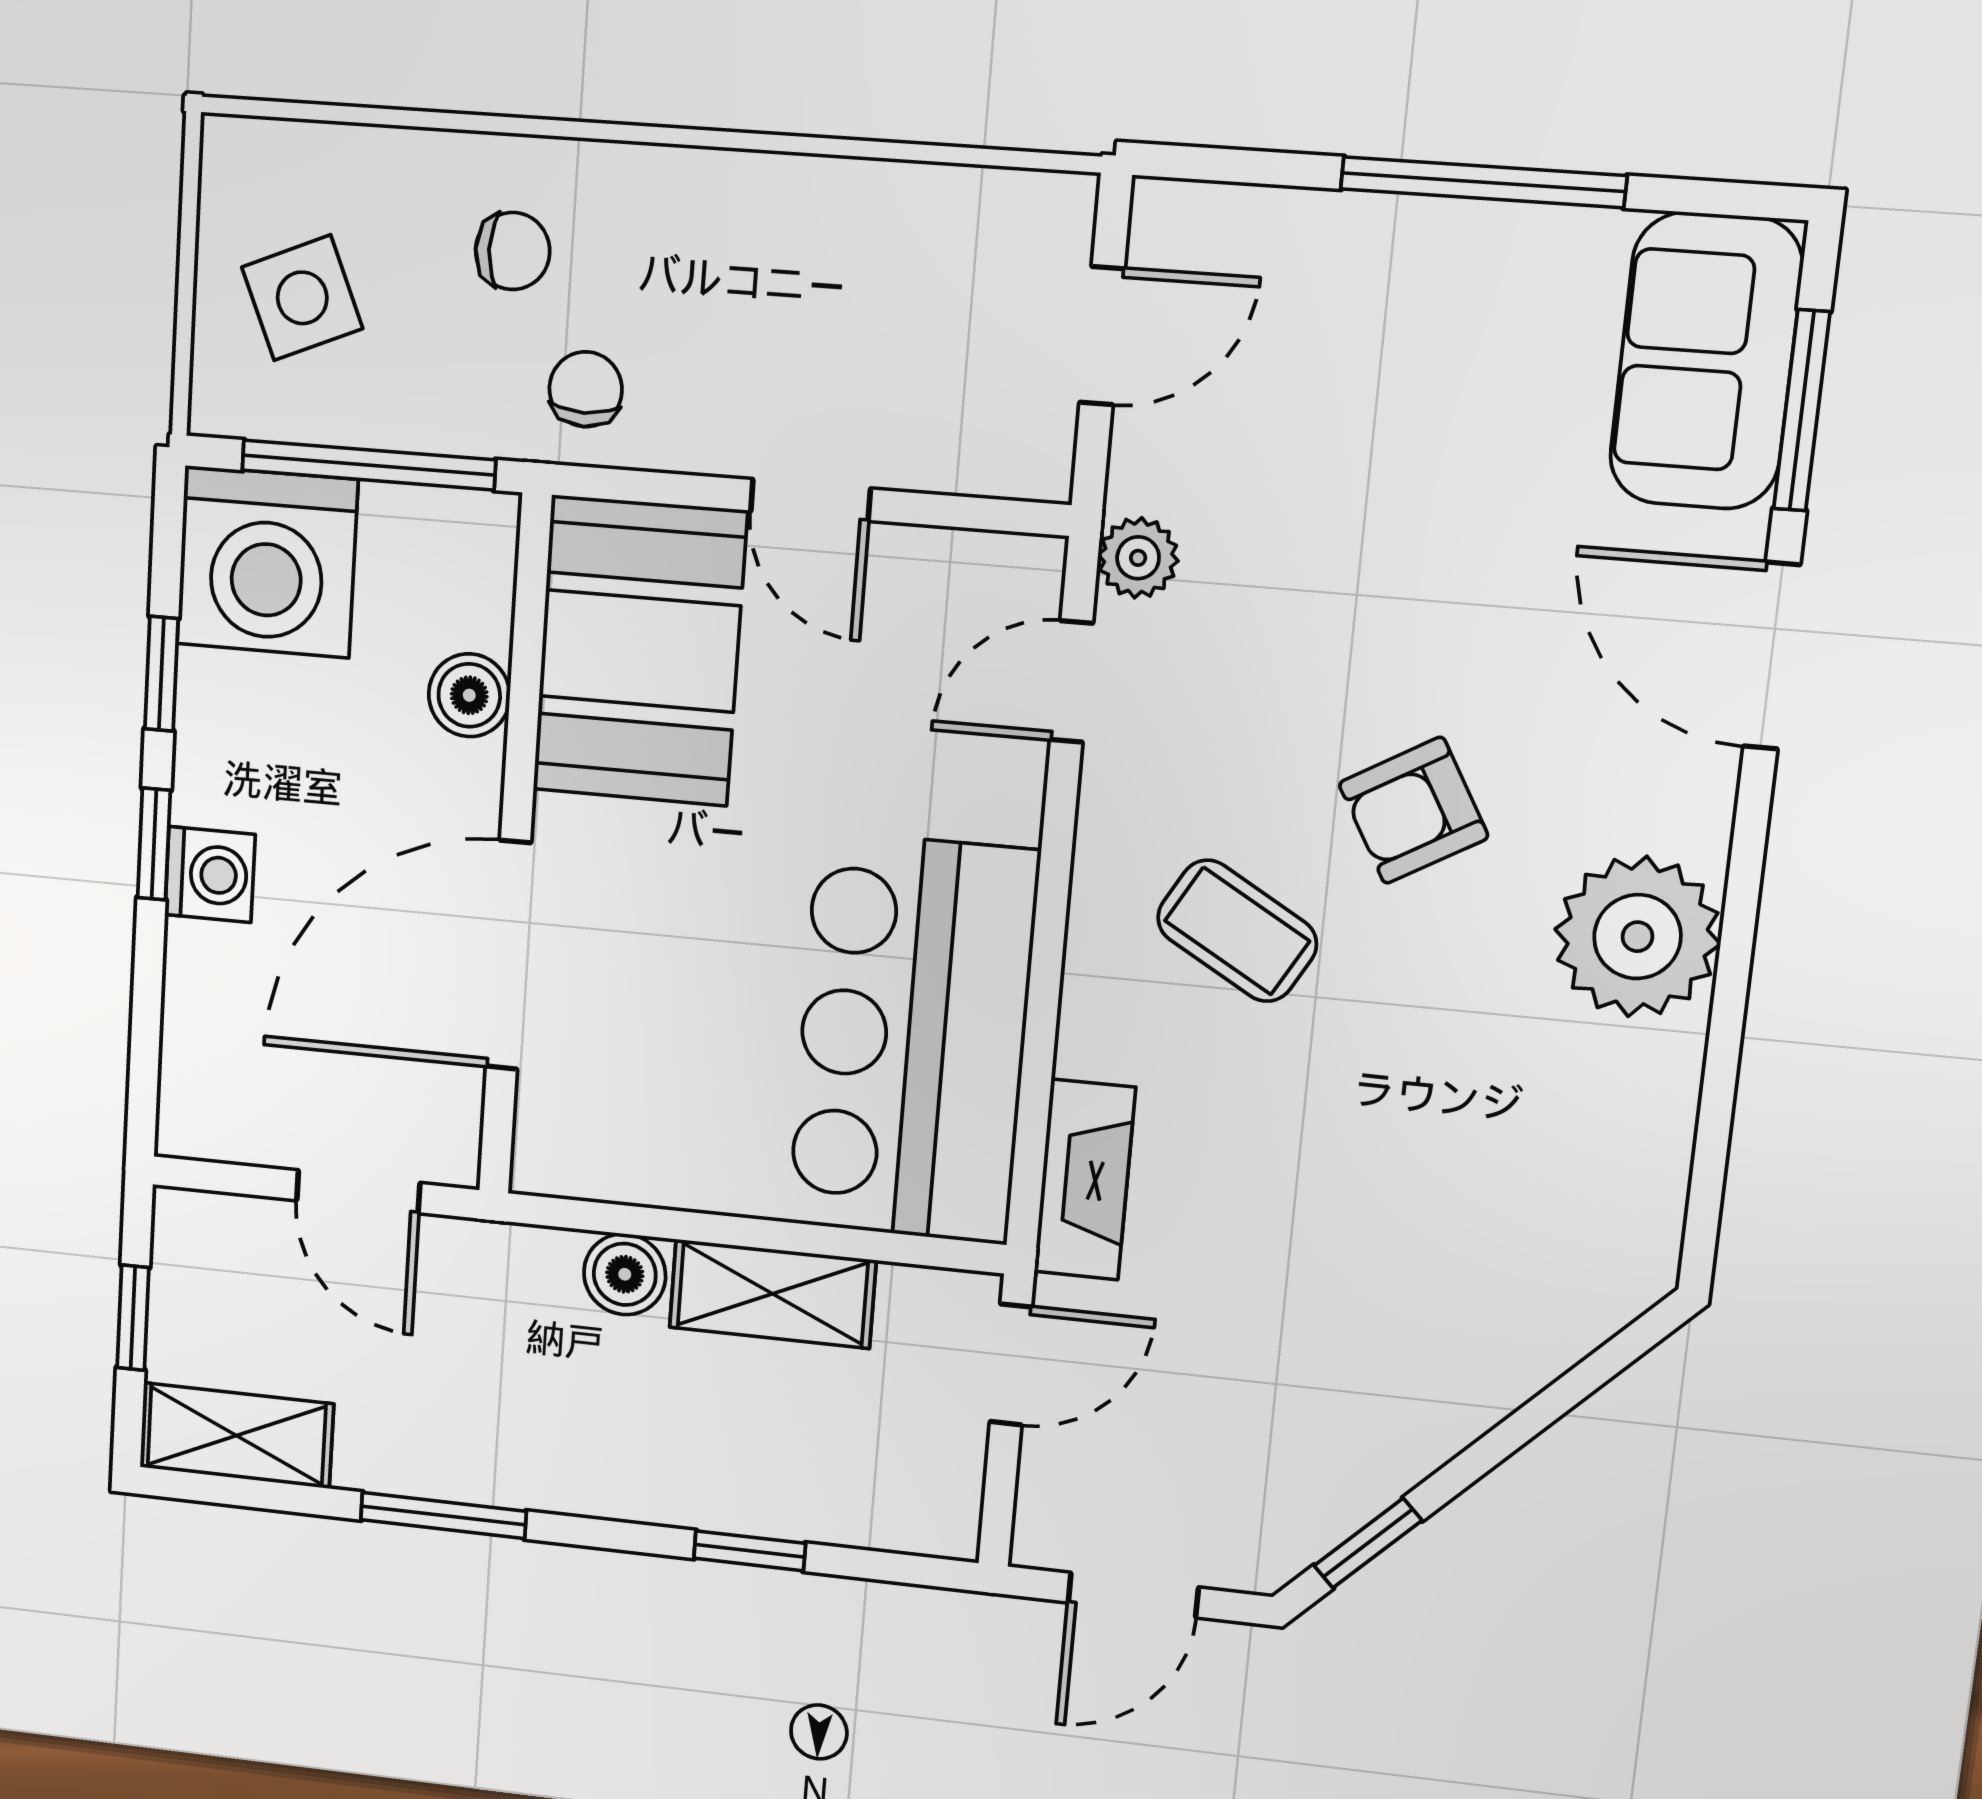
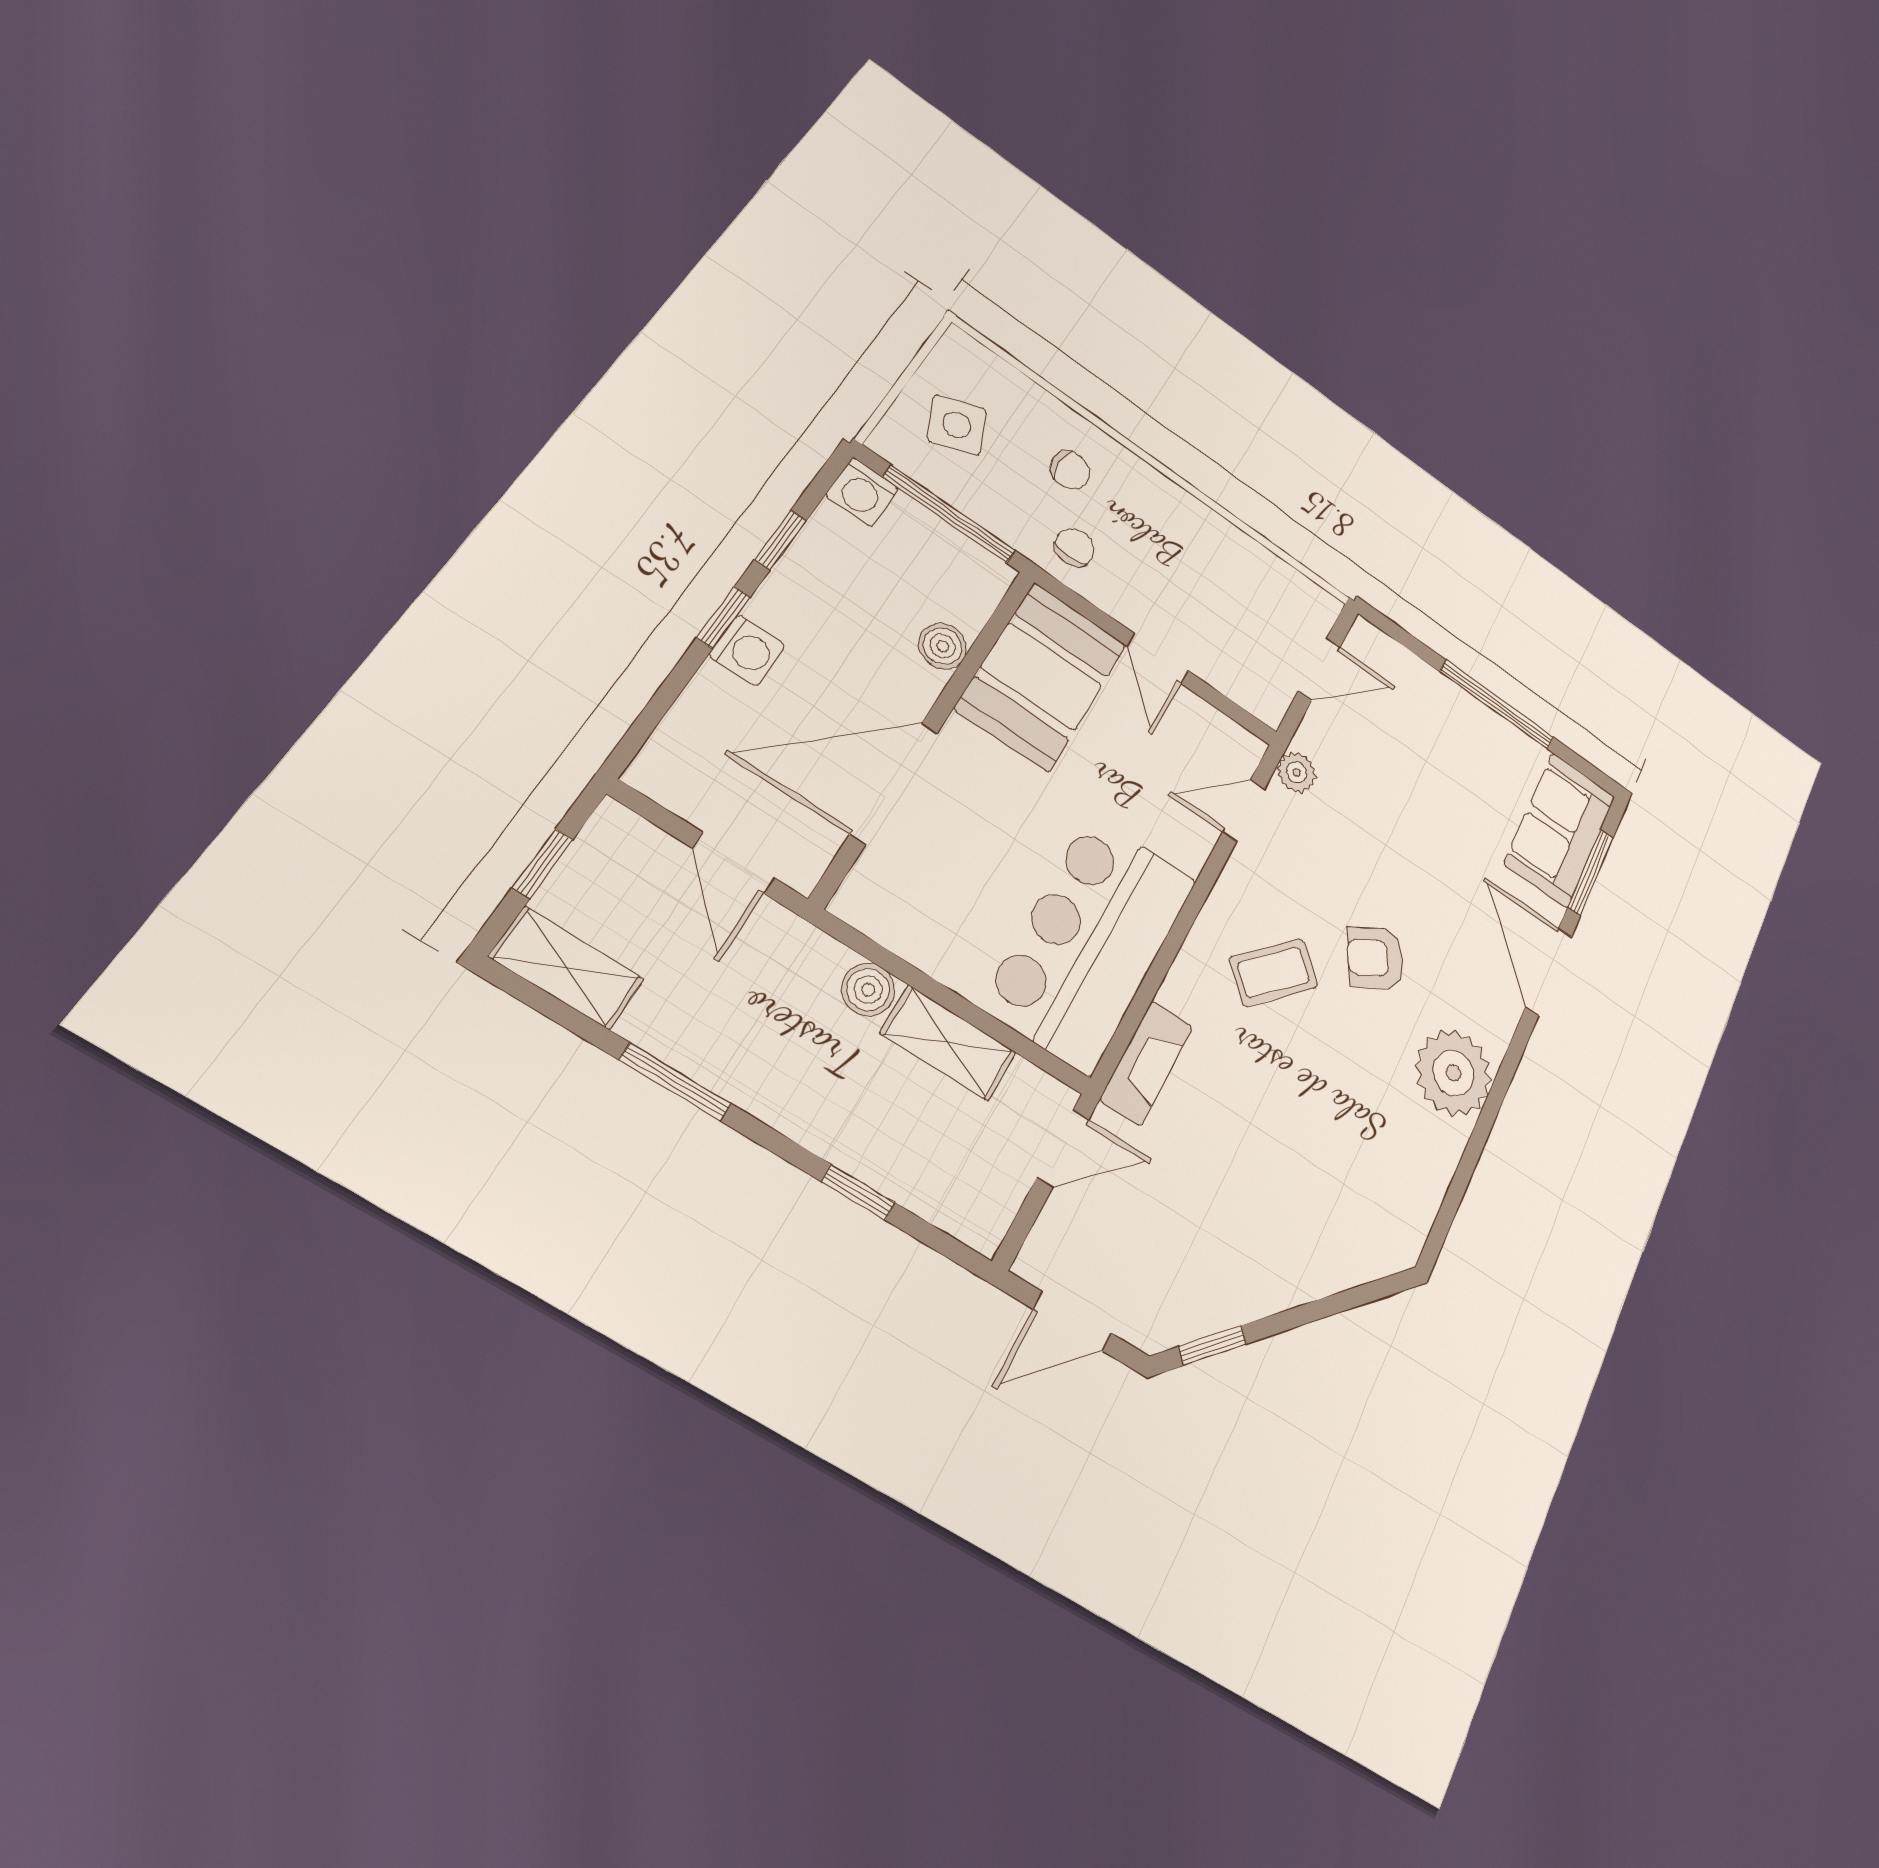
washing machine: (267, 562) -> (862, 492), width x0.53, depth x0.53
coffee table: (1237, 931) -> (1274, 972), turned -76

